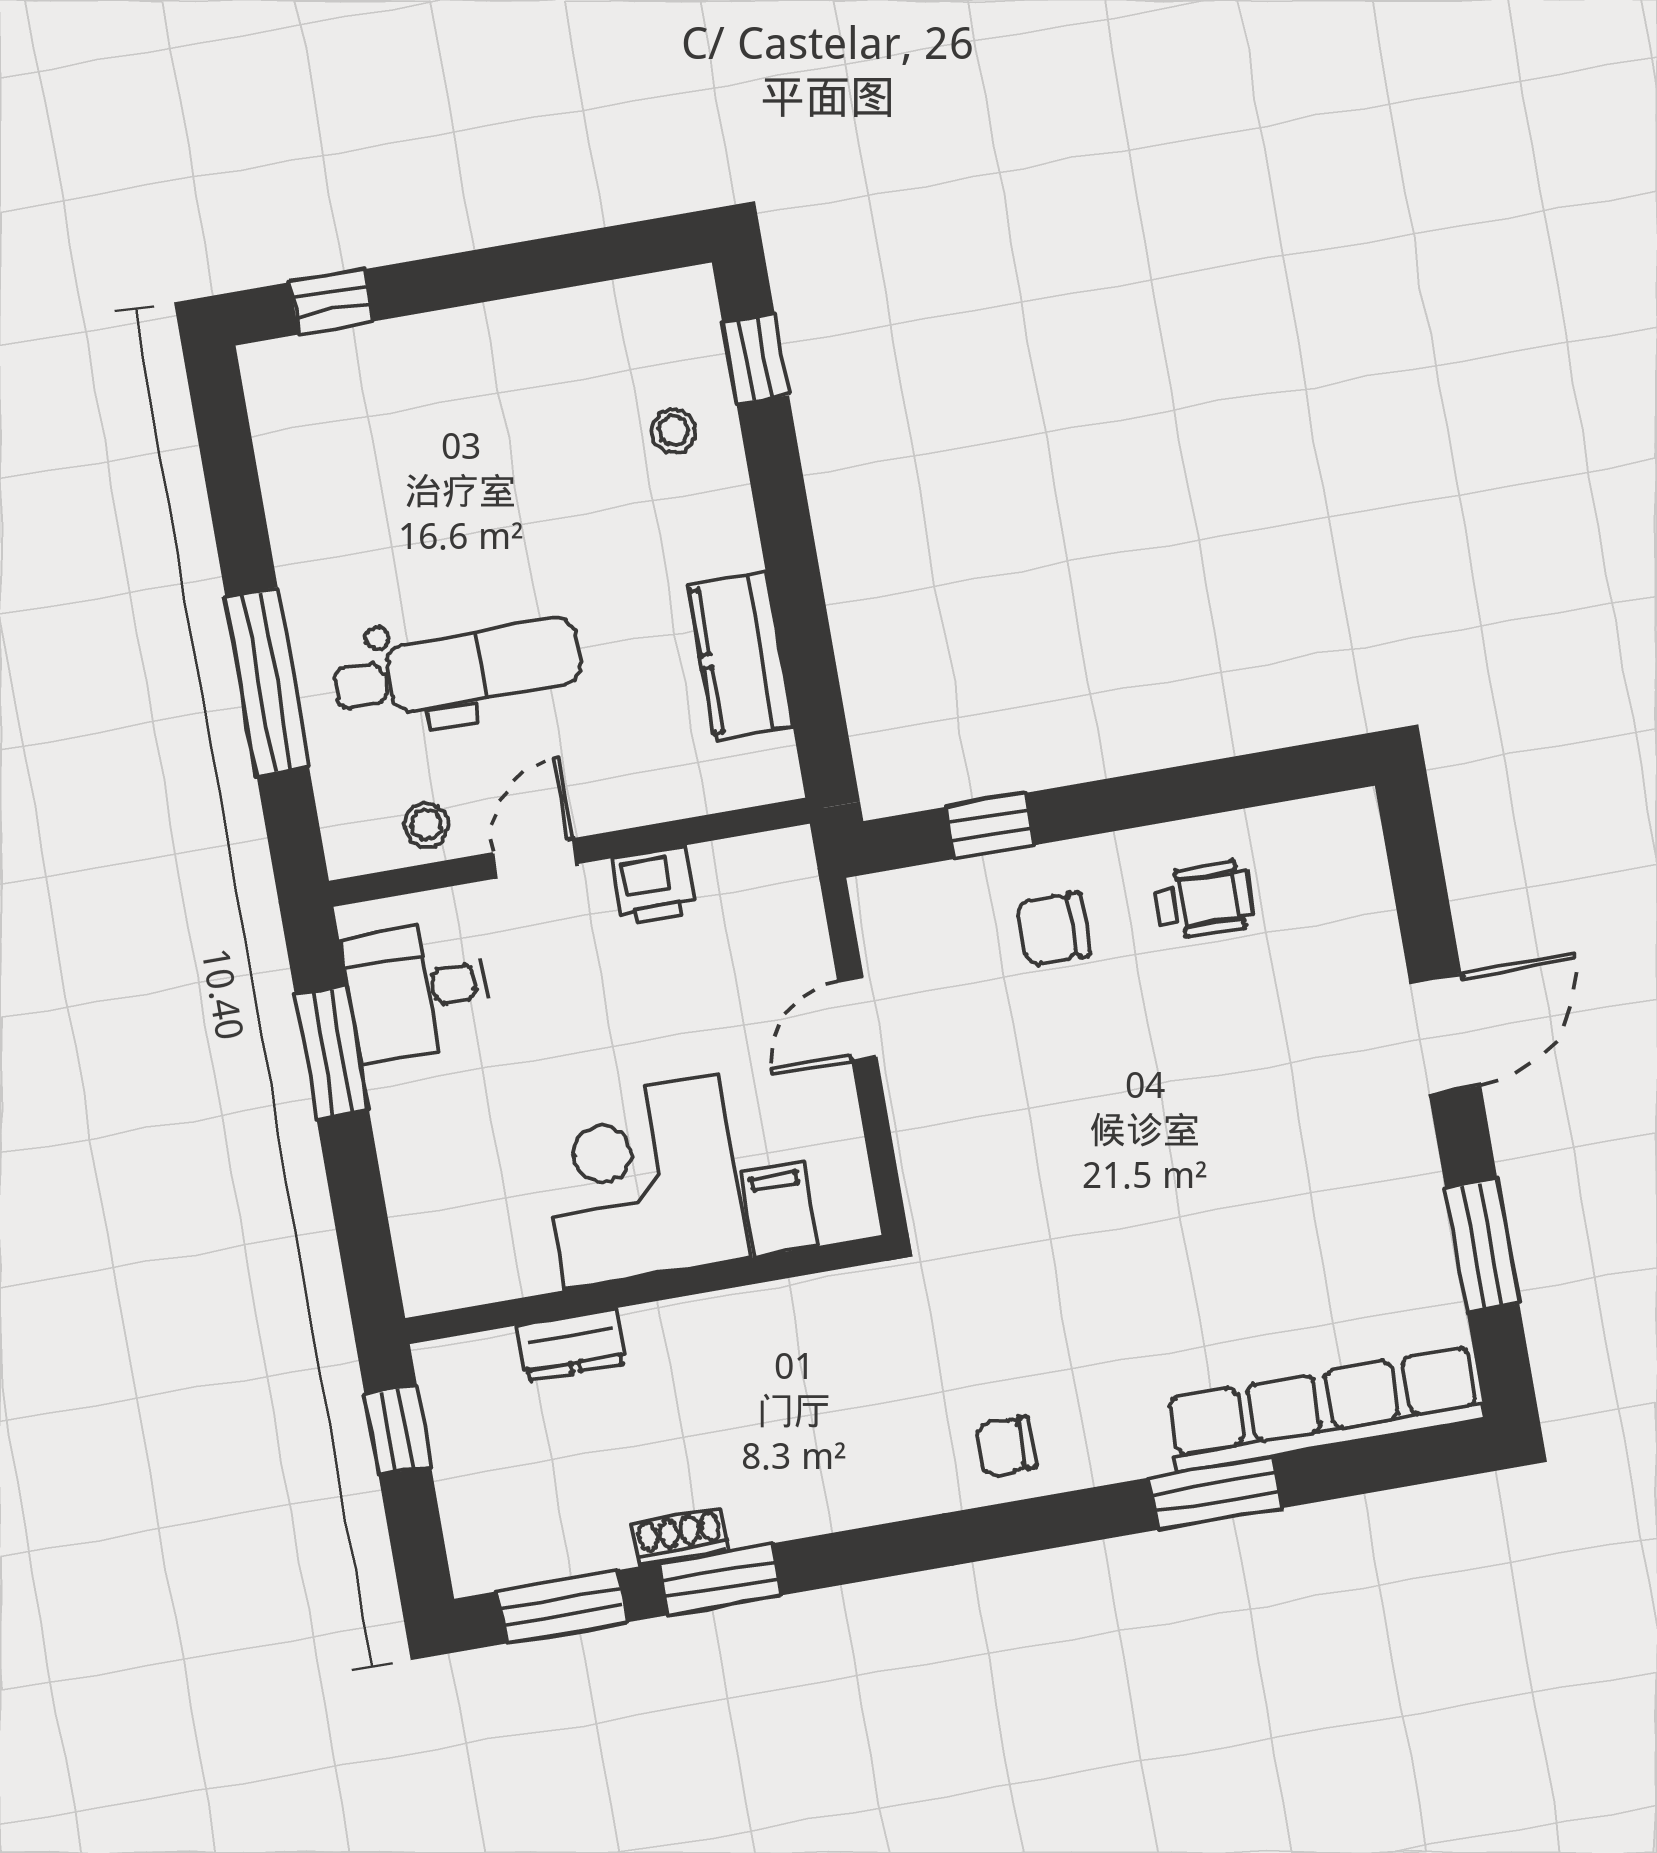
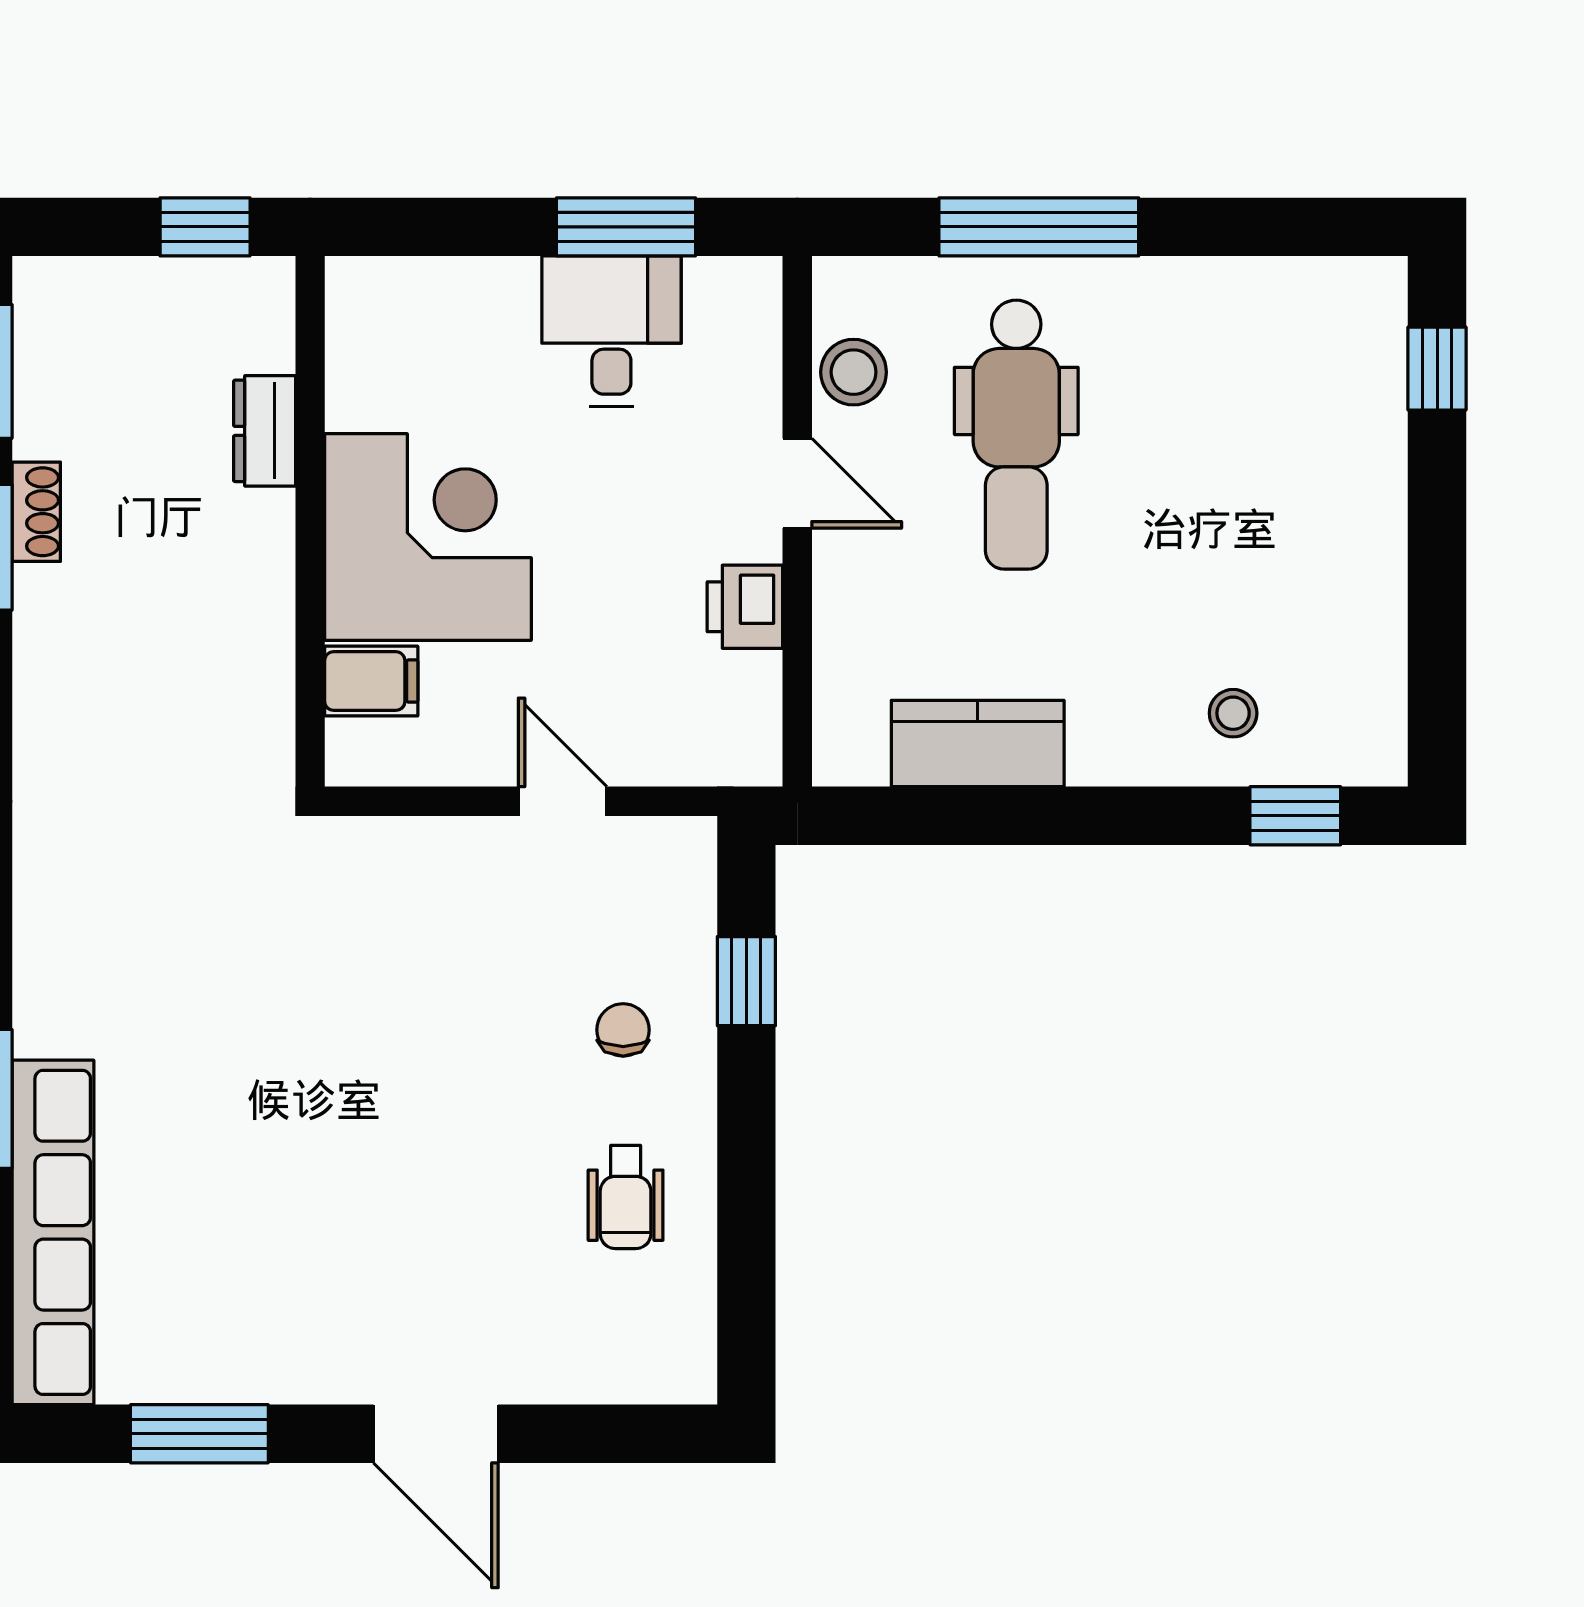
stool: (427, 825) -> (854, 372), width x1.37, depth x1.37
chair: (1053, 929) -> (623, 1030), width x0.73, depth x0.73
desk: (417, 990) -> (611, 331), moved
chair: (1006, 1446) -> (73, 882), removed

